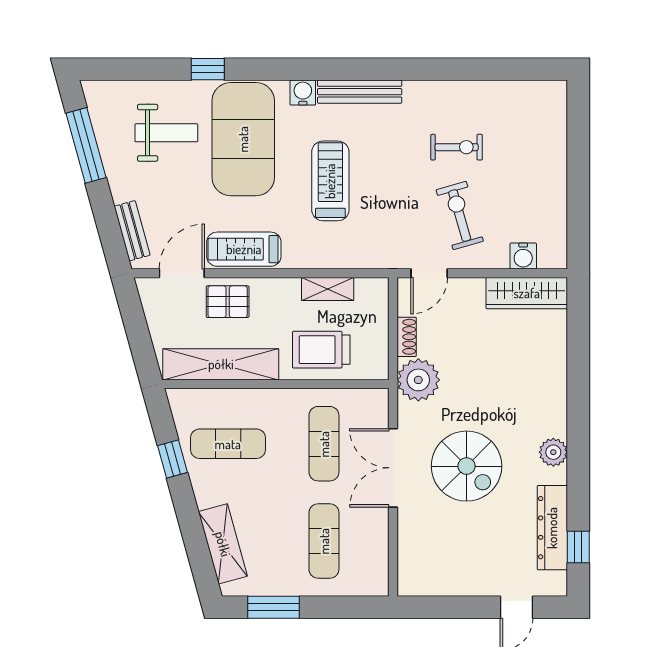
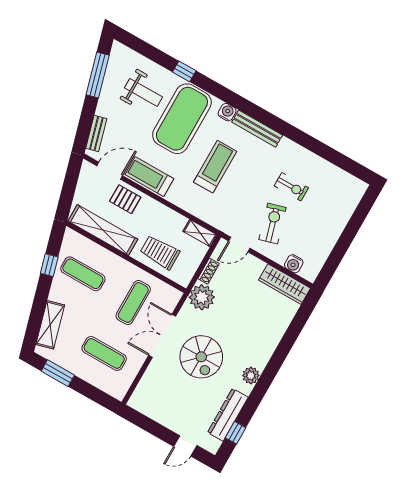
shelving: (328, 289) -> (200, 233), moved
exercise mat: (324, 541) -> (104, 353), turned 90

